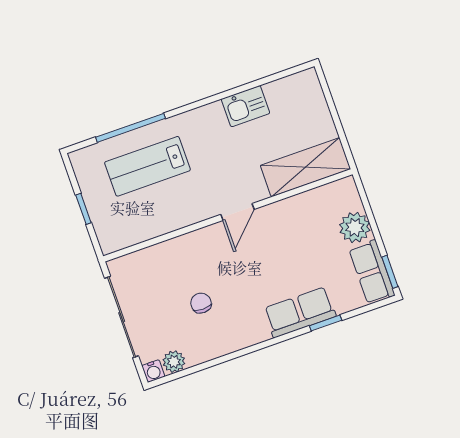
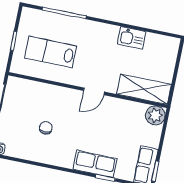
lab bench: (147, 166) -> (50, 52), moved
plant: (355, 227) -> (155, 115), moved
plant: (174, 362) -> (13, 150), removed

